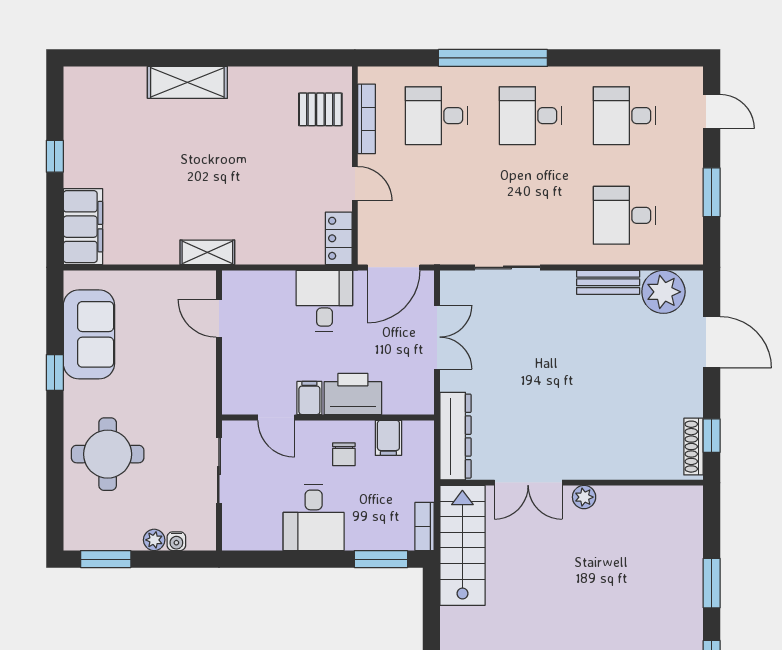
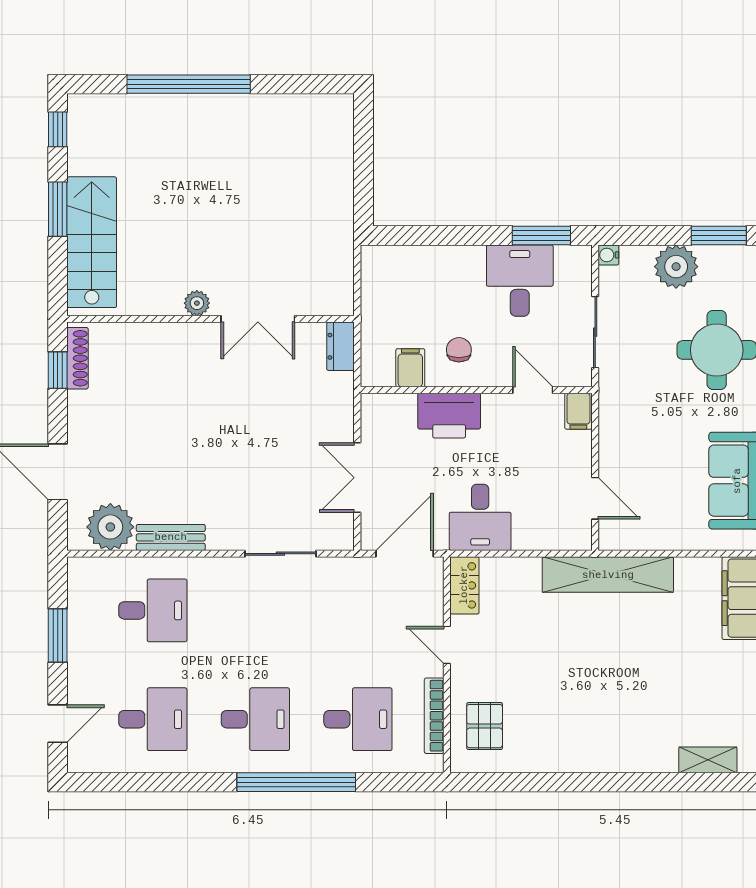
shelving: (187, 82) -> (708, 760), moved, width x0.67, depth x0.75
pallet: (320, 109) -> (485, 726), turned 90
door: (712, 112) -> (58, 724), swing flipped
shelving: (207, 252) -> (608, 575), width x2.20, depth x1.33
filing cabinet: (309, 398) -> (578, 411), moved
dresser: (455, 436) -> (341, 346), width x0.51, depth x0.80
double door: (528, 483) -> (258, 319), swing flipped
desk: (314, 518) -> (520, 281), moved
bookcase: (425, 527) -> (371, 271), removed
plant: (154, 540) -> (676, 267), width x1.88, depth x1.88
water cooler: (176, 541) -> (608, 255), moved, turned -90
stairs: (462, 545) -> (92, 242), moved, turned 180
window: (381, 559) -> (541, 235), moved

